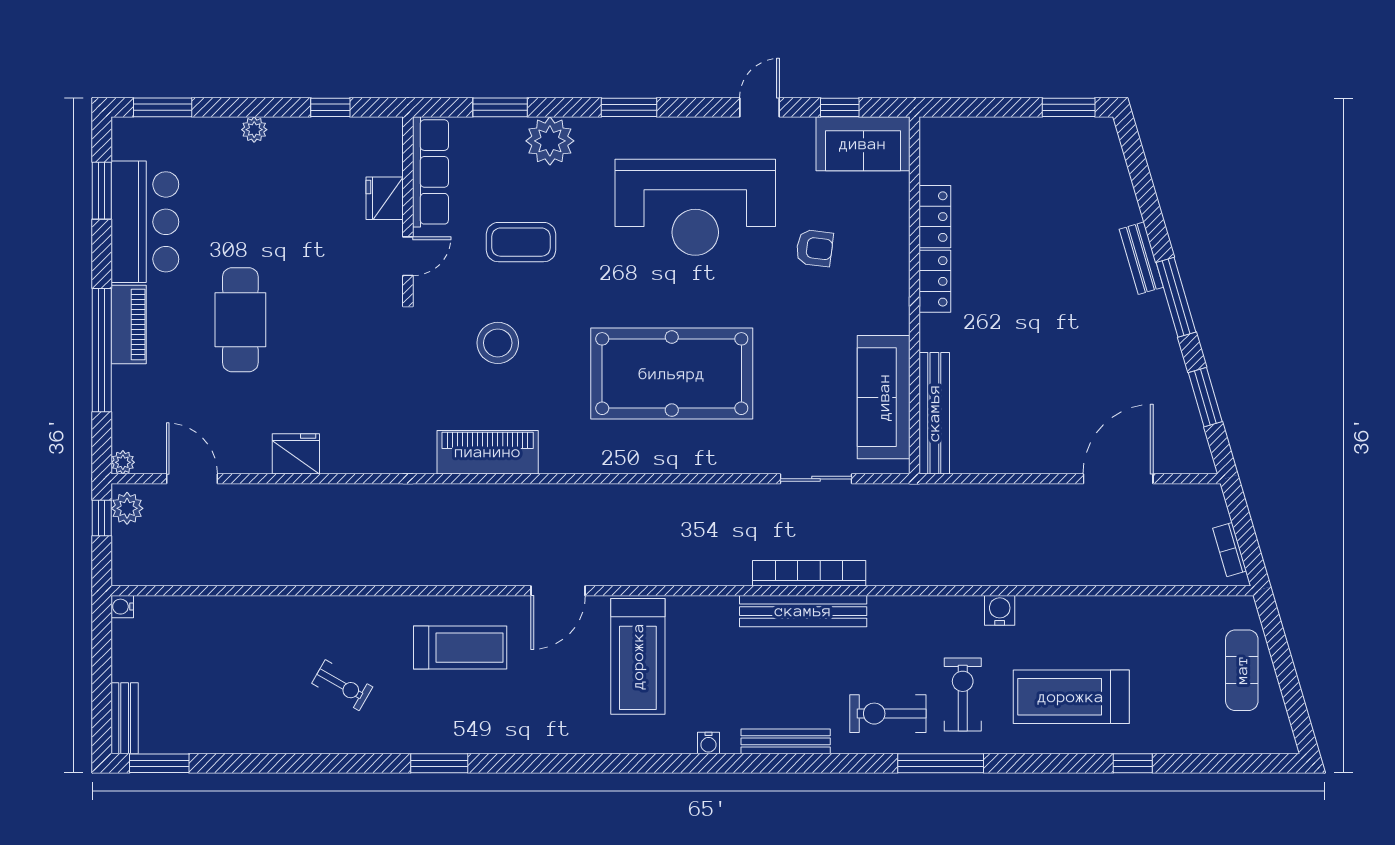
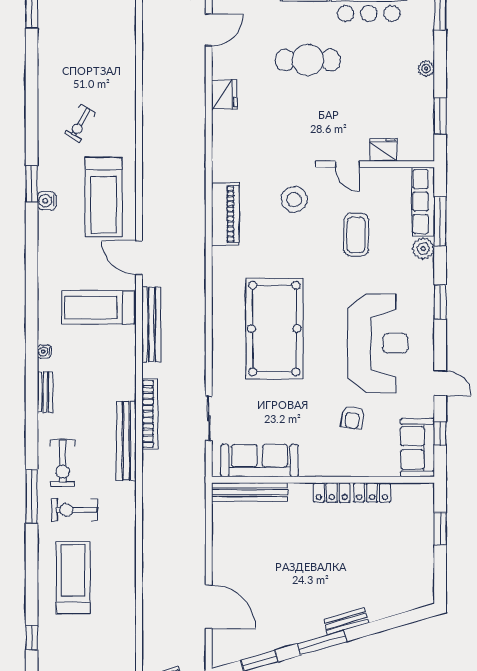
window: (330, 107) -> (440, 116), width x1.50
window: (500, 107) -> (440, 222), width x1.44
window: (1069, 107) -> (440, 529), moved
plant: (550, 141) -> (423, 249), width x0.73, depth x0.73
row of seats: (430, 172) -> (423, 202), moved, turned 90
reception desk: (695, 207) -> (378, 343), turned 180
stool: (498, 343) -> (294, 199), moved
bench: (665, 571) -> (151, 324), added
water cooler: (1000, 610) -> (47, 201), moved, turned 180
bench: (803, 611) -> (126, 441), moved
treadmill: (460, 648) -> (104, 197), width x1.37, depth x1.38
exercise bike: (963, 694) -> (74, 510), turned 180
exercise bike: (888, 714) -> (63, 463), turned 180
bench: (786, 741) -> (45, 392), width x0.73
window: (1133, 763) -> (32, 638), moved

